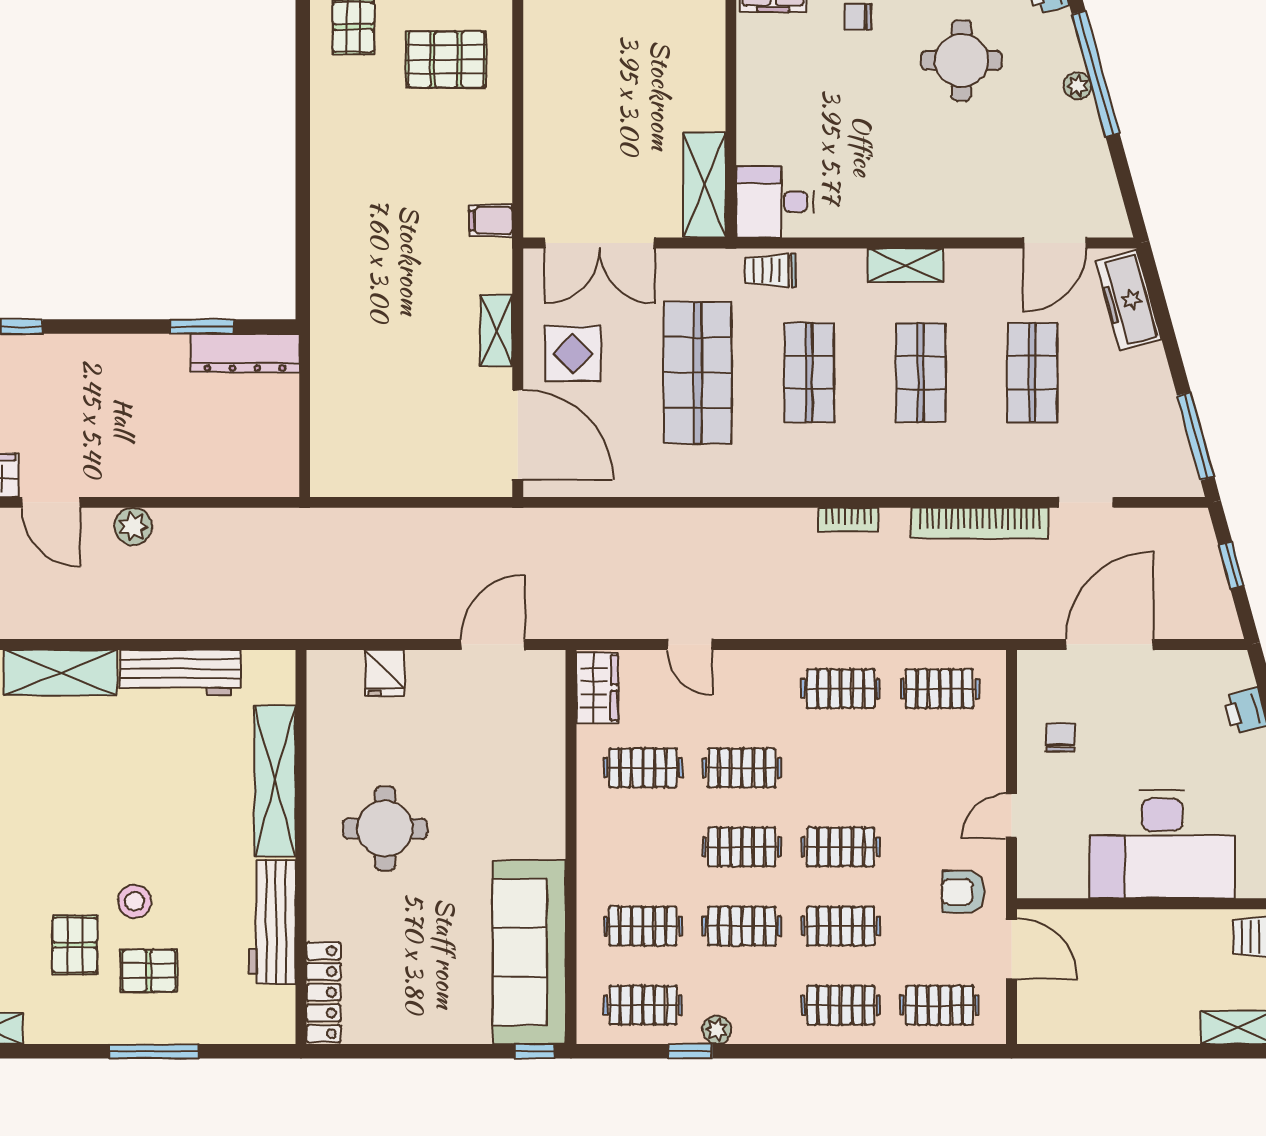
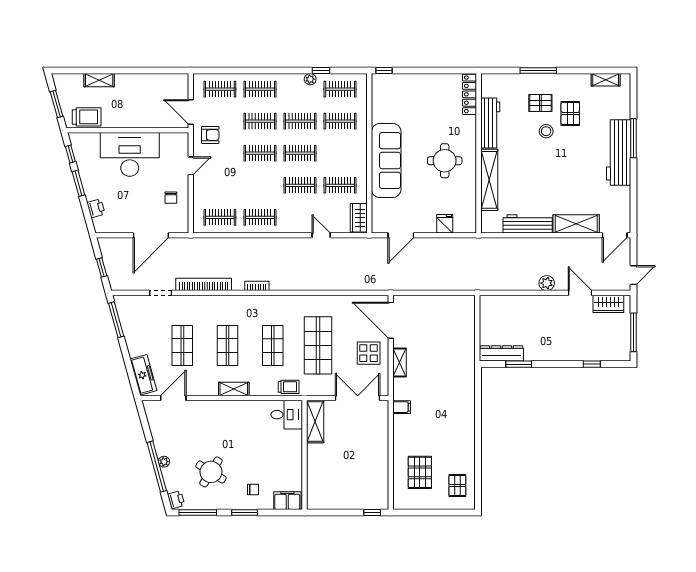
pallet: (446, 59) -> (420, 472), turned 90
round table: (962, 60) -> (211, 472), turned 32
sofa: (529, 952) -> (386, 161), moved

